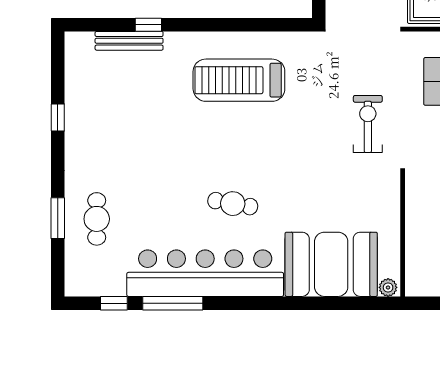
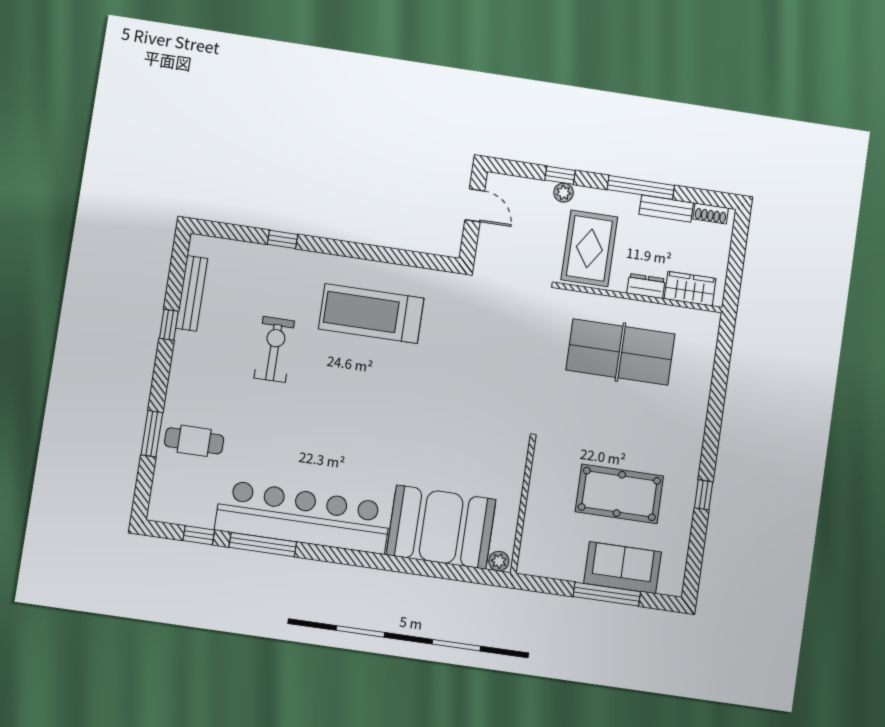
bench: (129, 41) -> (192, 293), moved, turned 90
exercise bike: (368, 124) -> (274, 349), moved
cafe table: (233, 204) -> (344, 446), removed
cafe table: (97, 219) -> (194, 441), turned 90

